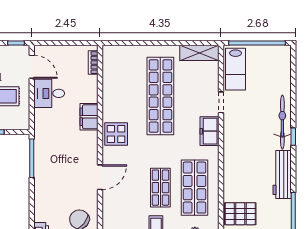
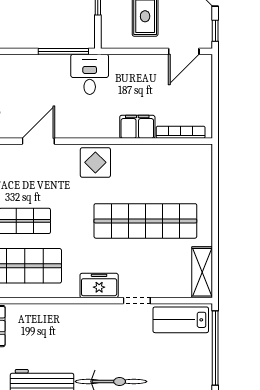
bookcase: (93, 63) -> (181, 132), width x1.56
desk: (49, 93) -> (90, 74), moved
filing cabinet: (89, 117) -> (137, 127), moved
door: (100, 177) -> (38, 141), swing flipped

